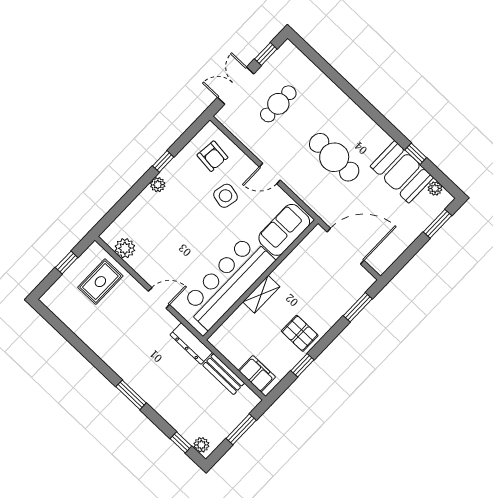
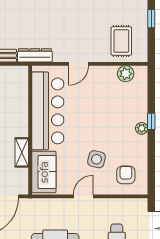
armchair: (212, 156) -> (126, 175), turned 84
window: (163, 161) -> (151, 121), moved
window: (67, 263) -> (151, 19), moved
shelving: (261, 294) -> (22, 152), moved

